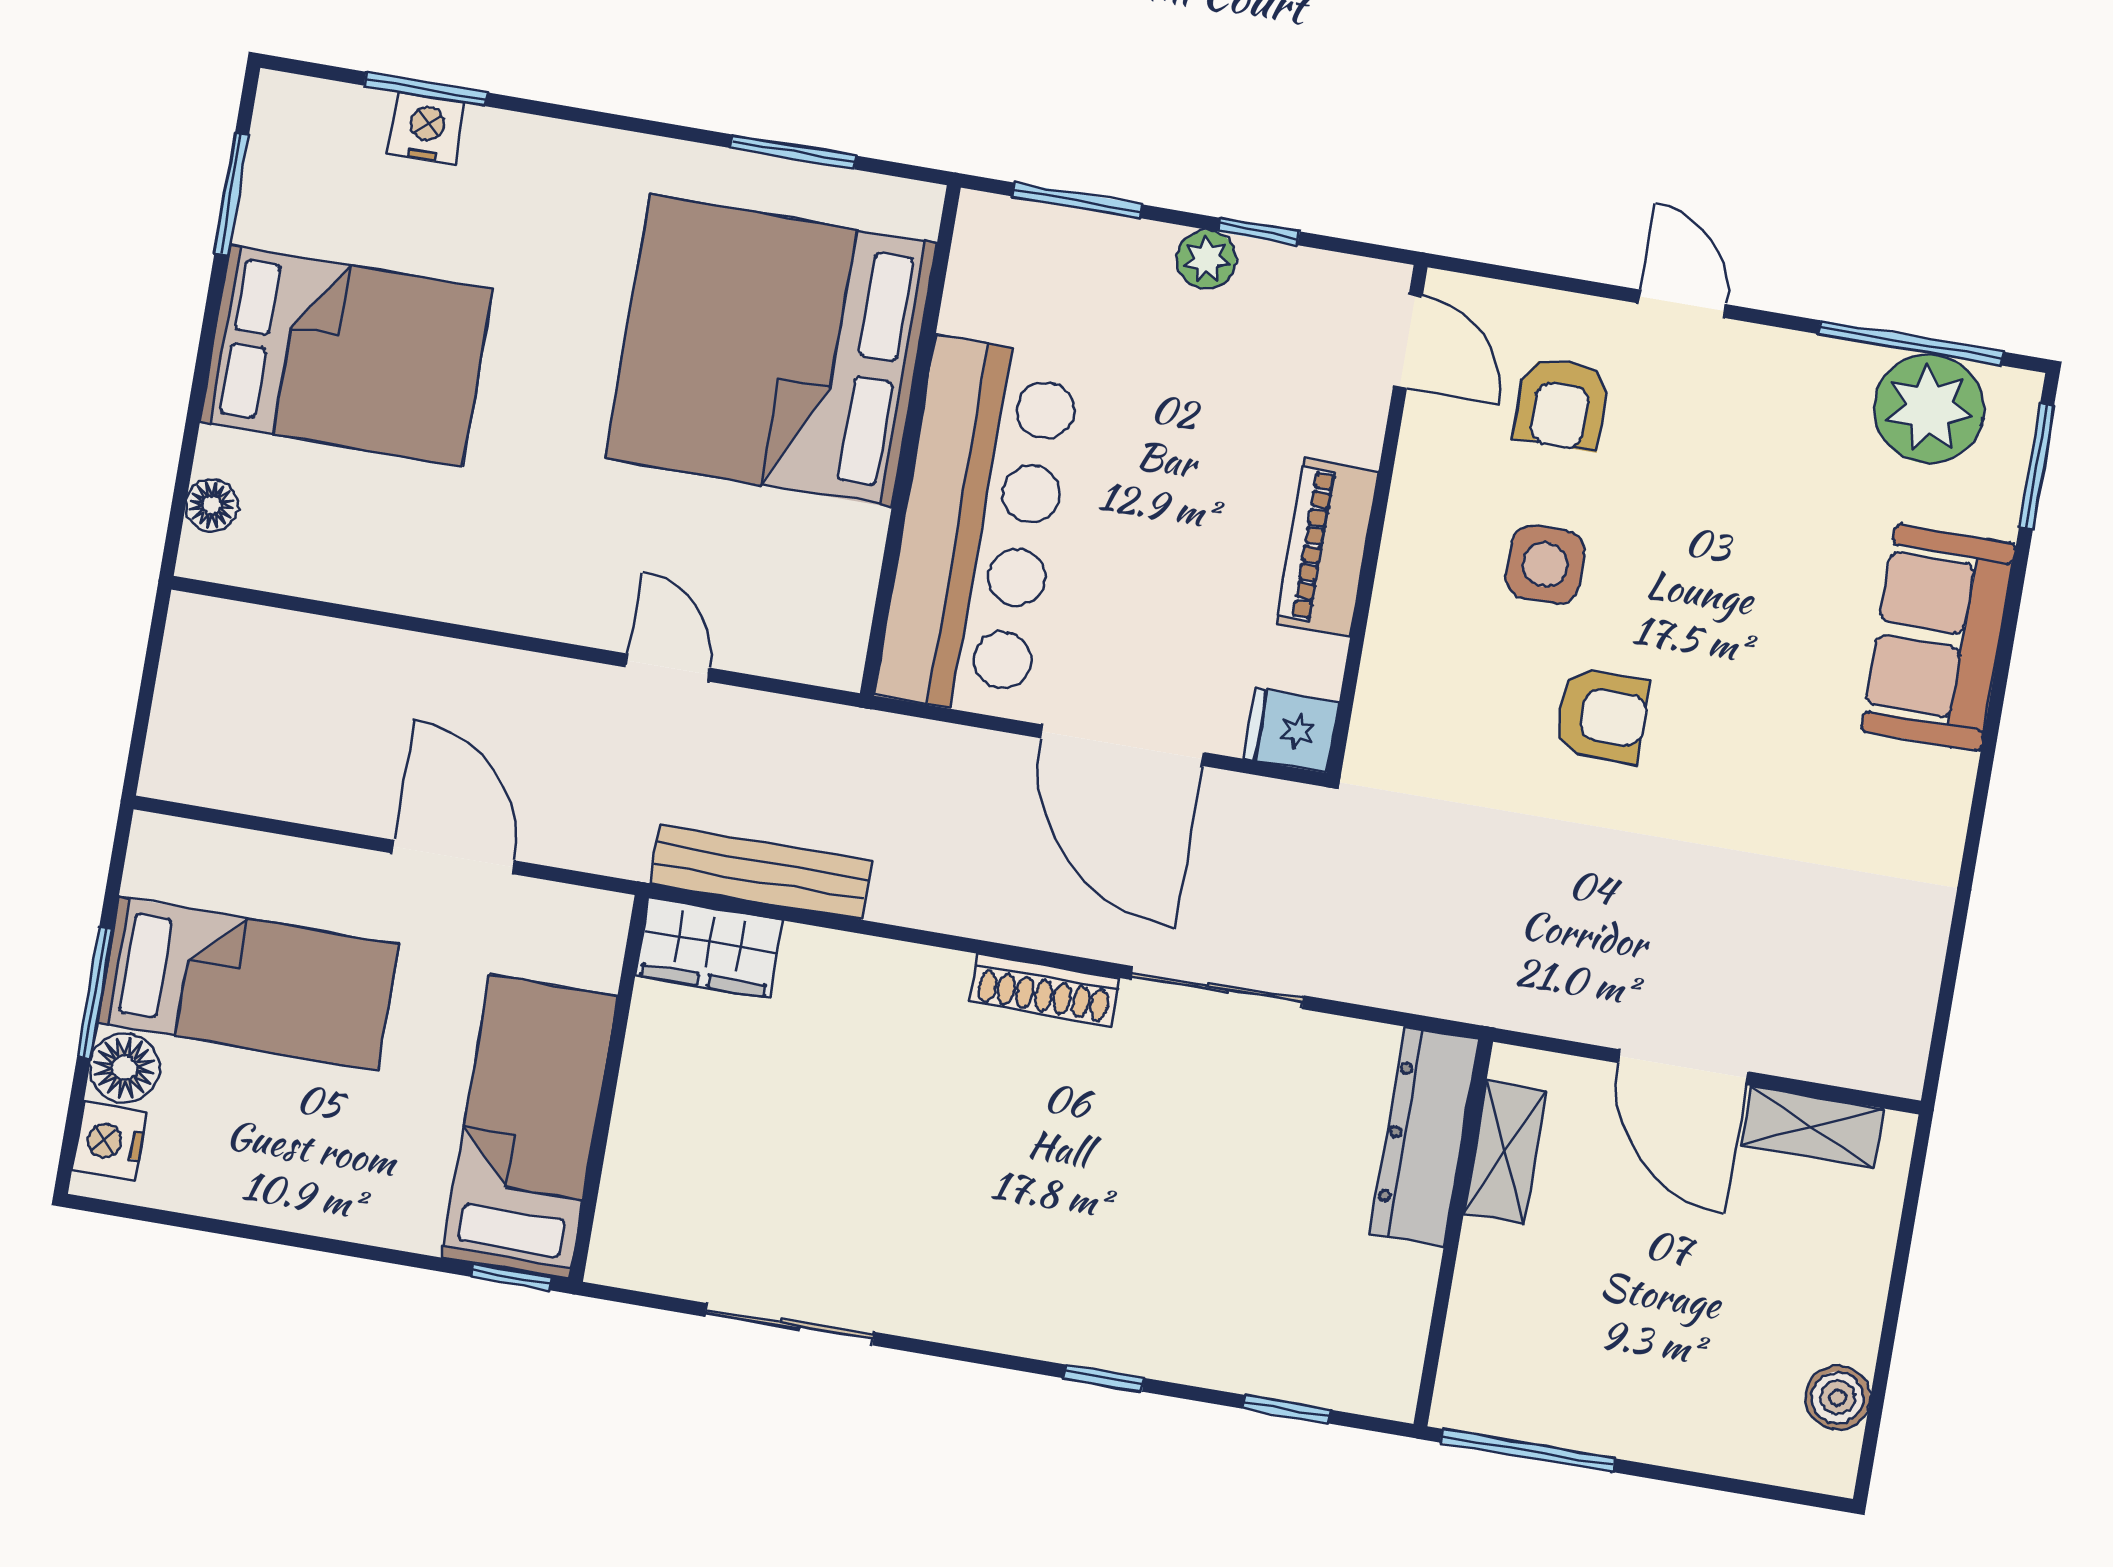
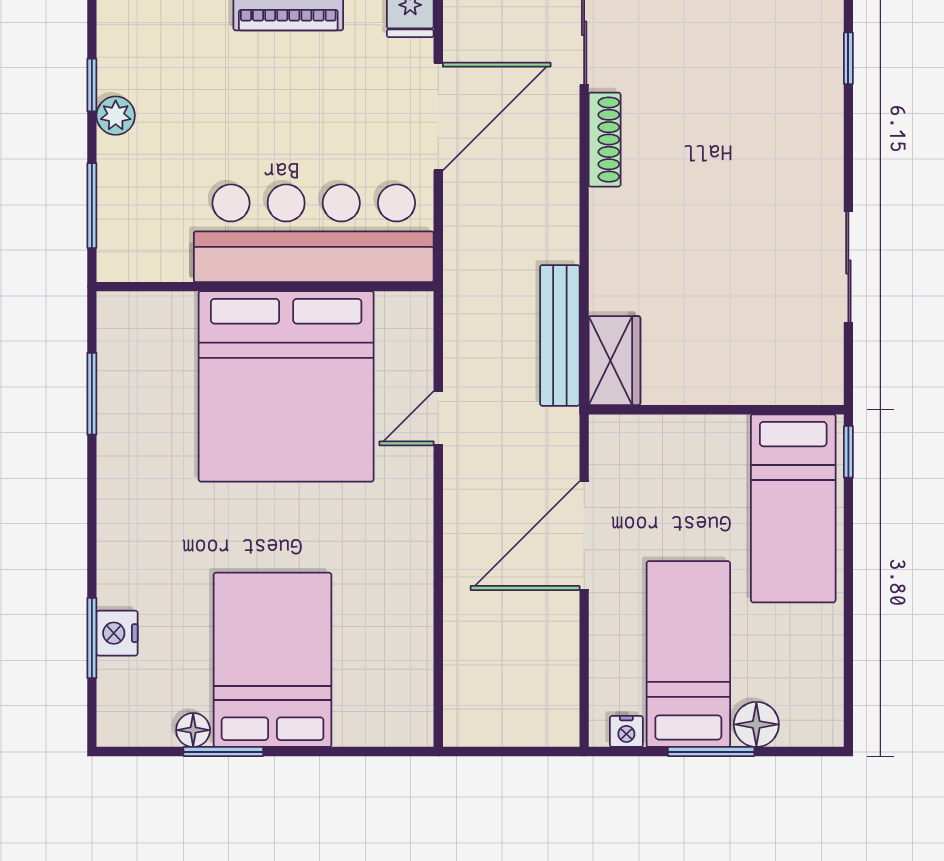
window: (232, 194) -> (223, 752), moved
bed: (771, 351) -> (286, 386), moved
floor lamp: (212, 505) -> (193, 730), moved
door: (453, 857) -> (584, 536), width x1.36
bed: (529, 1127) -> (793, 508), moved, turned -90
nightstand: (109, 1141) -> (626, 731), moved, width x0.72, depth x0.74

